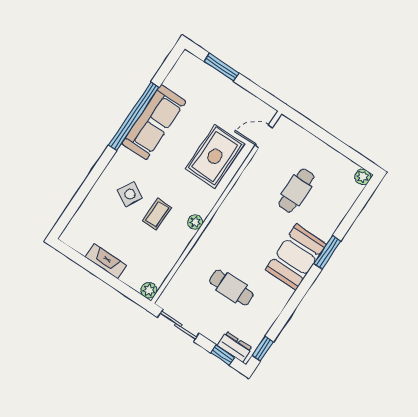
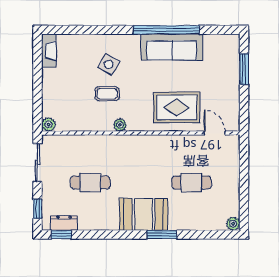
fireplace: (106, 261) -> (49, 51), moved
cafe table: (231, 288) -> (90, 183), turned 90
dresser: (235, 347) -> (64, 223), moved, turned -90

